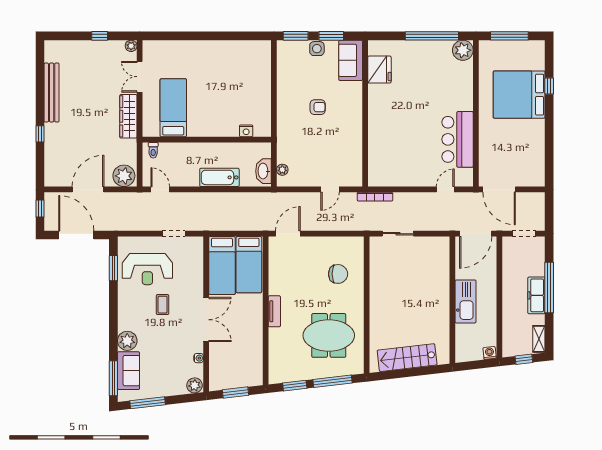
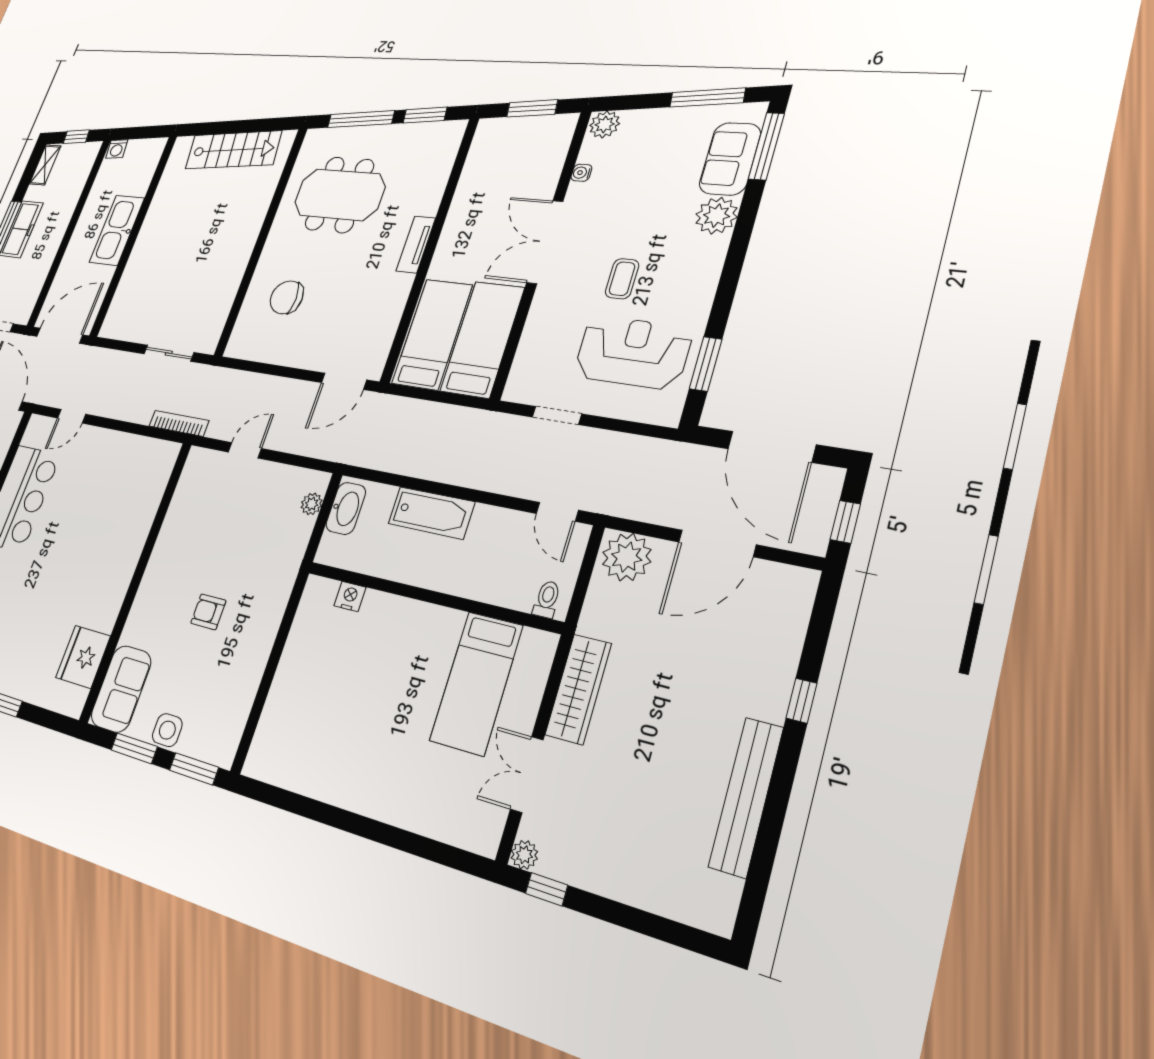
window: (100, 36) -> (547, 889), moved
double door: (140, 77) -> (527, 774), swing flipped

